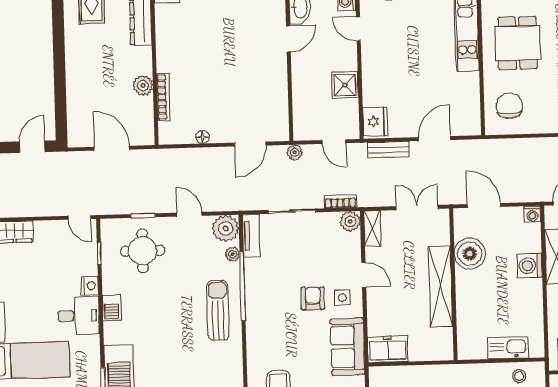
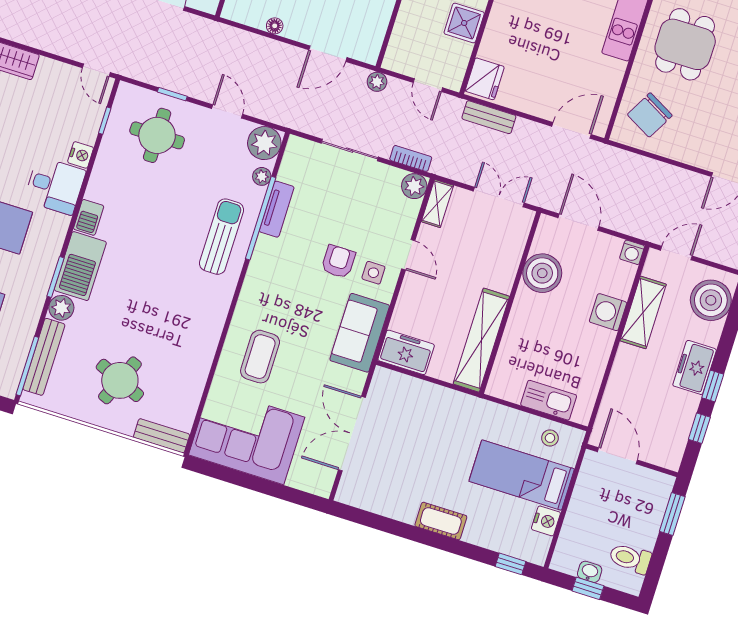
chair: (509, 106) -> (650, 115), turned -151
door: (435, 139) -> (571, 130), moved
tv unit: (251, 236) -> (277, 209), moved
shelving: (440, 286) -> (481, 340), moved
barbecue: (112, 307) -> (89, 217), moved

